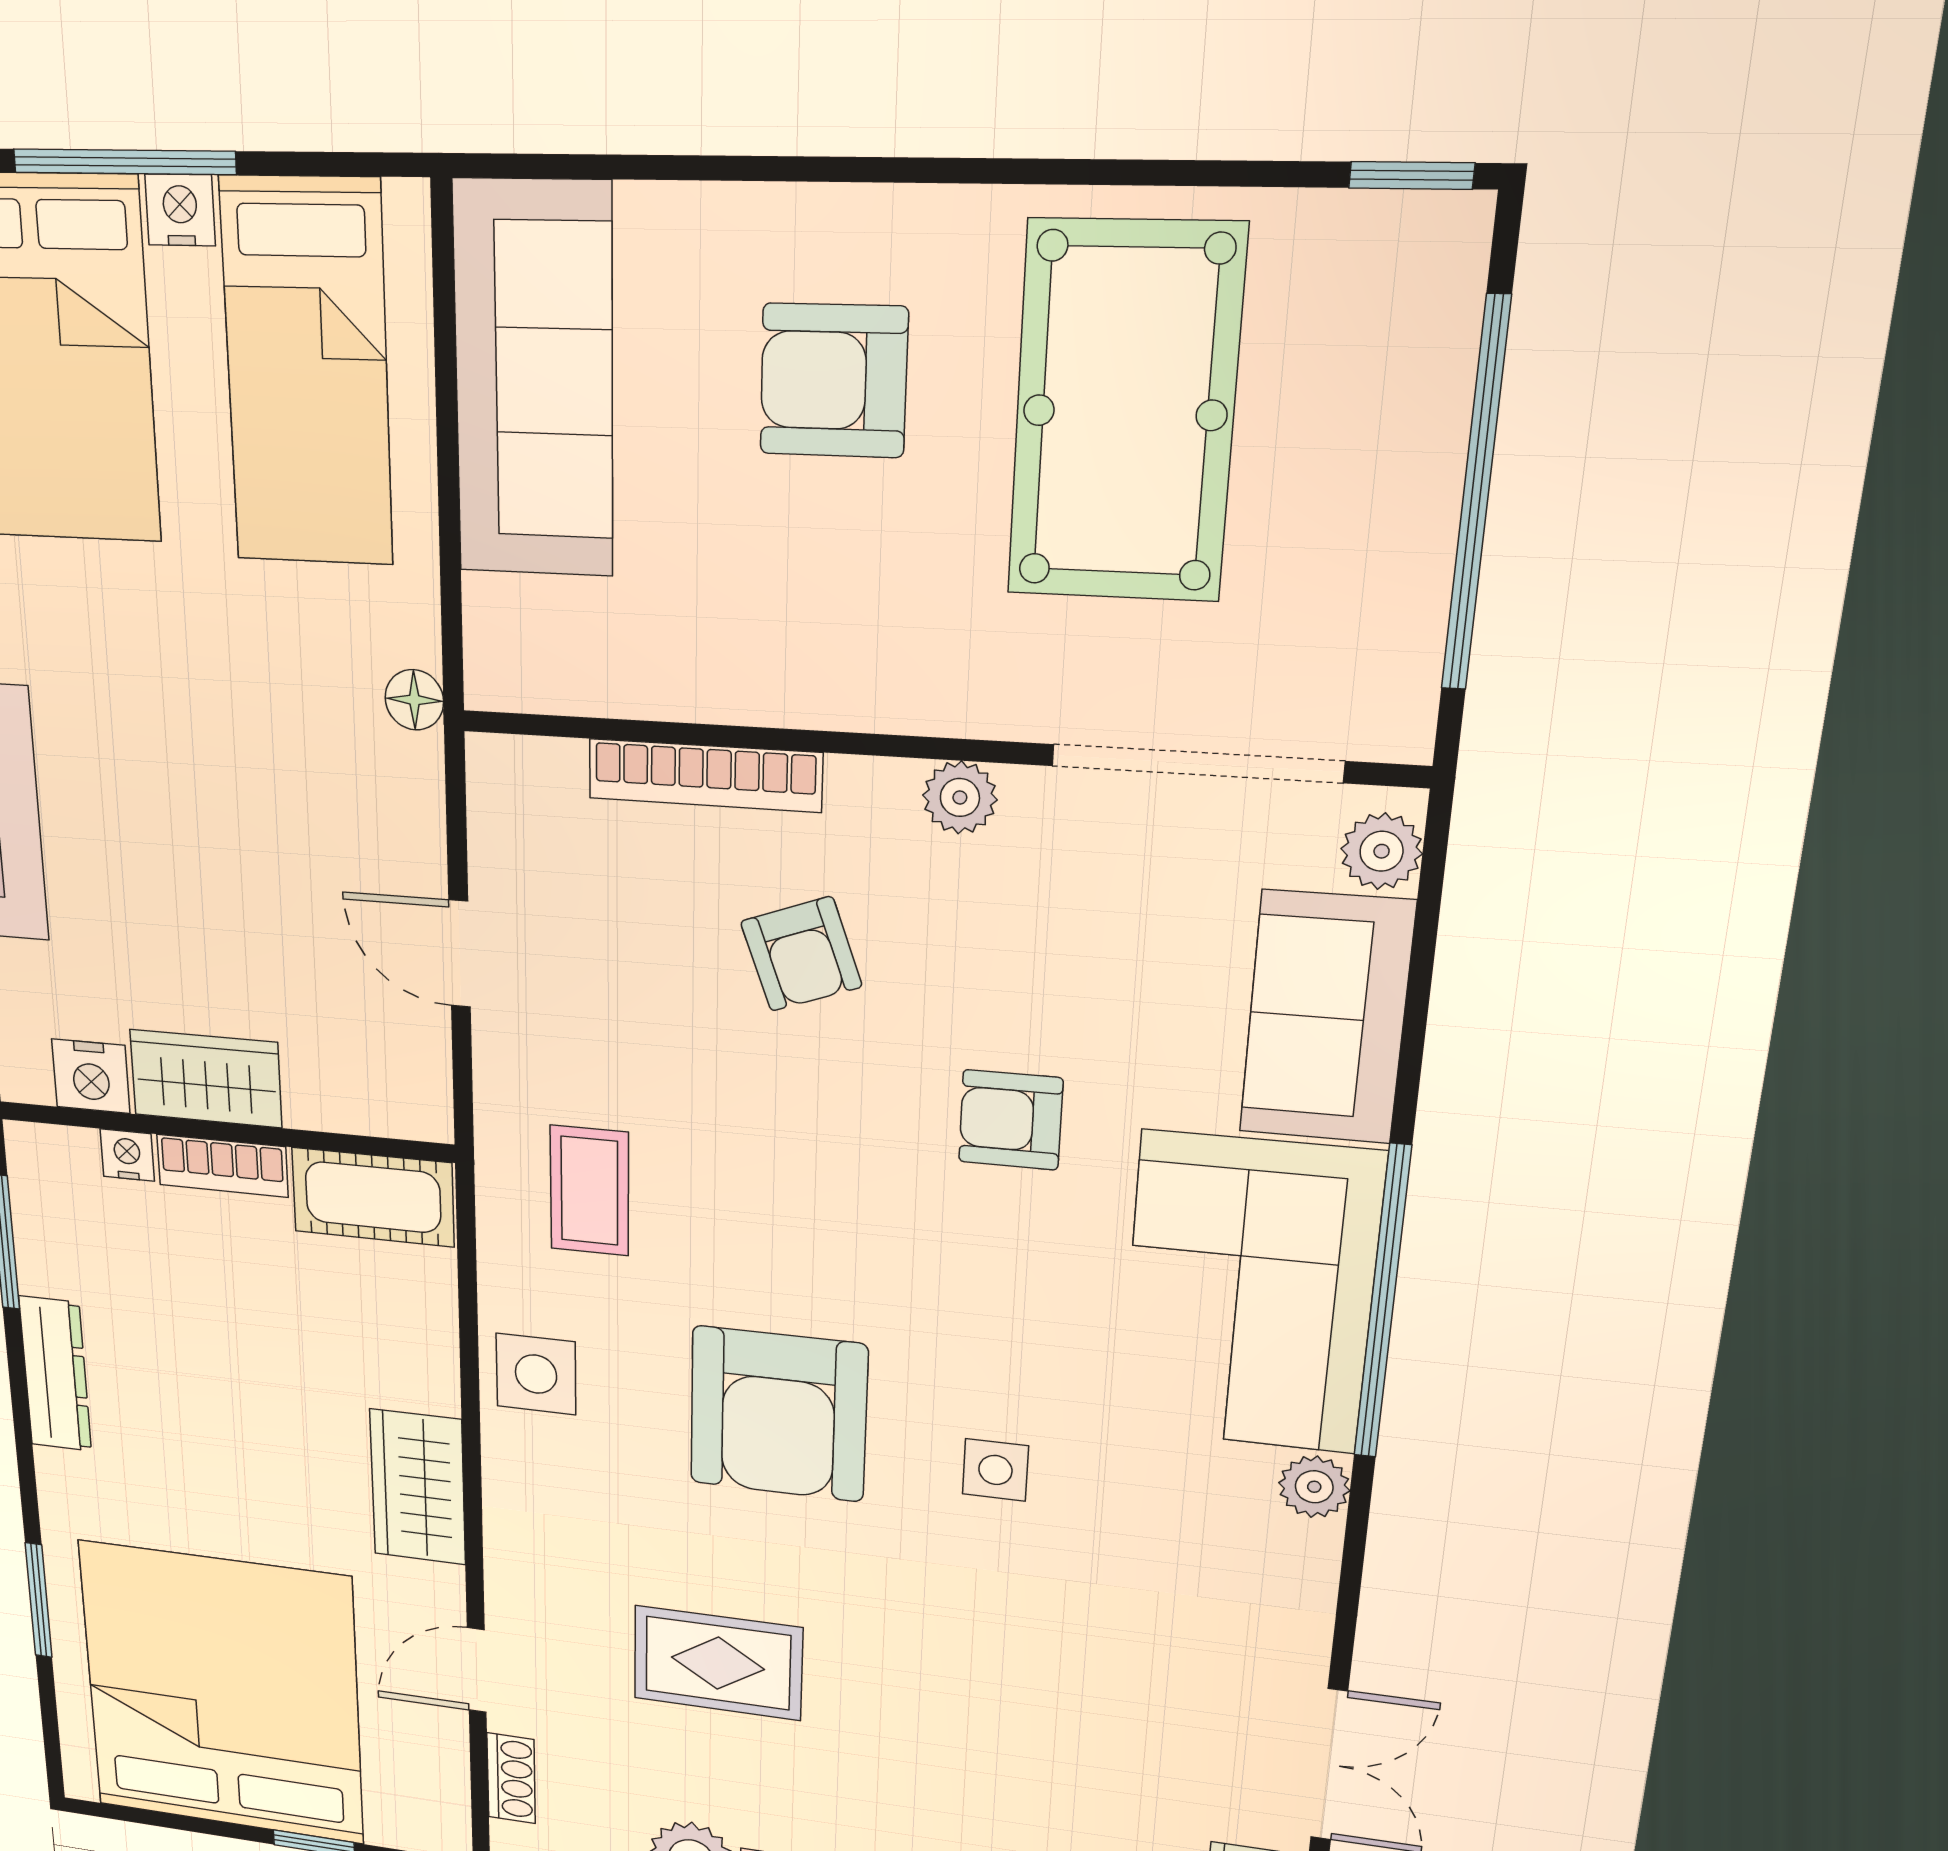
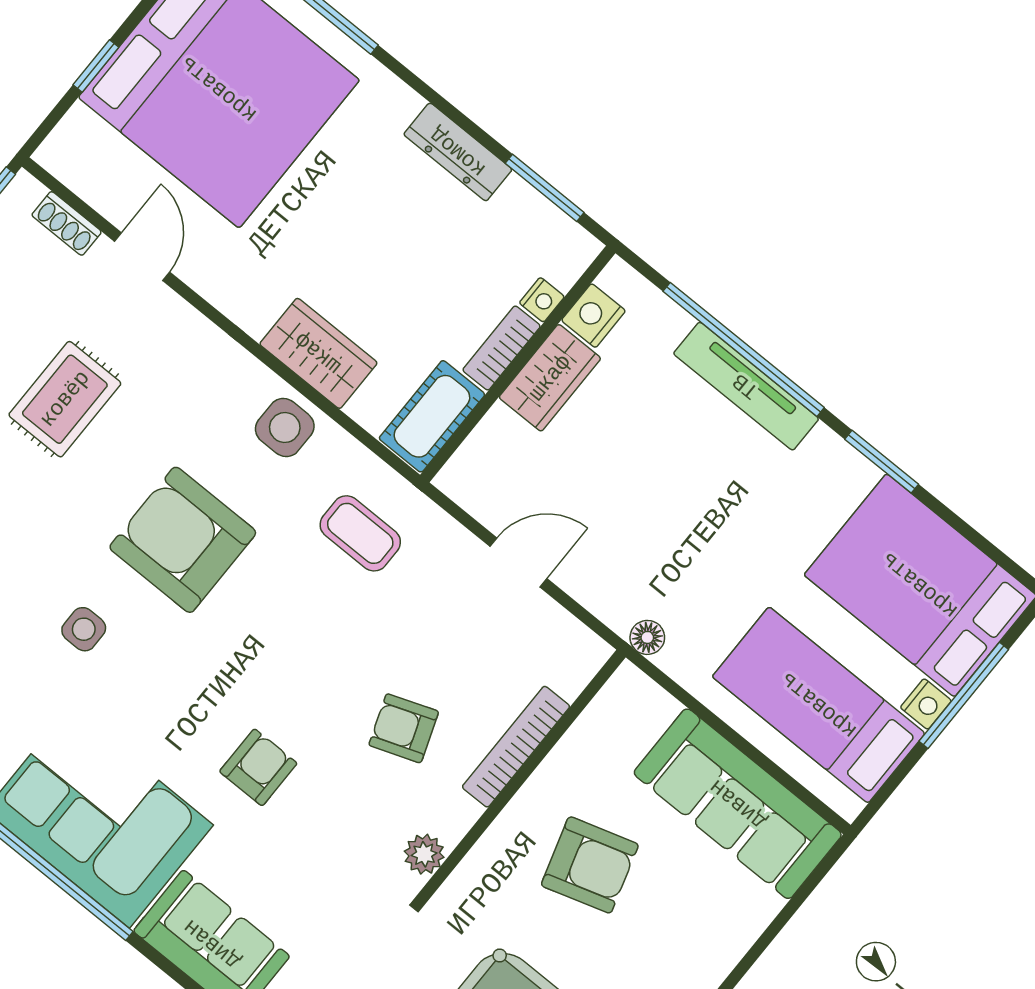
armchair: (834, 381) -> (590, 865), moved, turned 73
wardrobe: (418, 1487) -> (318, 353), moved

